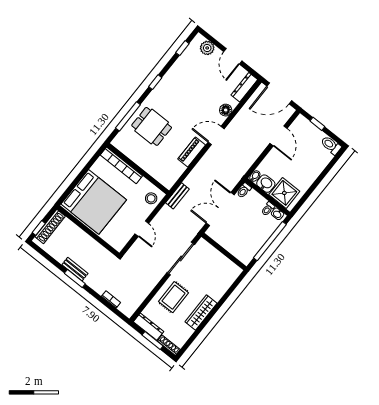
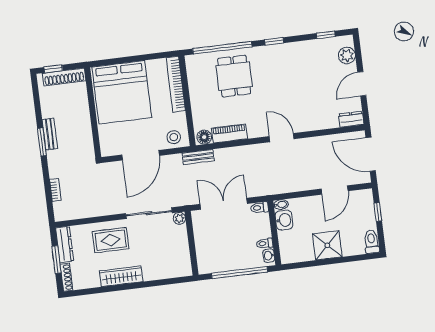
dresser: (244, 87) -> (351, 119), width x0.70
floor lamp: (226, 110) -> (204, 137), moved
window: (128, 116) -> (222, 48), width x1.46
piano: (192, 152) -> (229, 133), moved
shower: (284, 193) -> (327, 245), moved
door: (142, 229) -> (141, 155), width x1.88
plant: (202, 244) -> (179, 218), added

